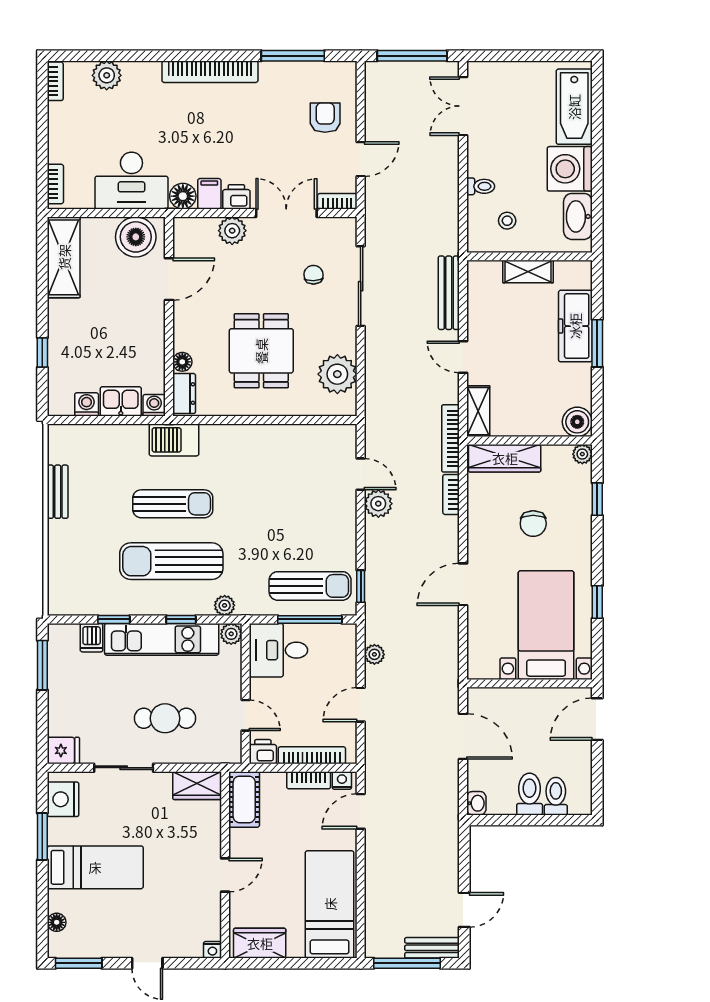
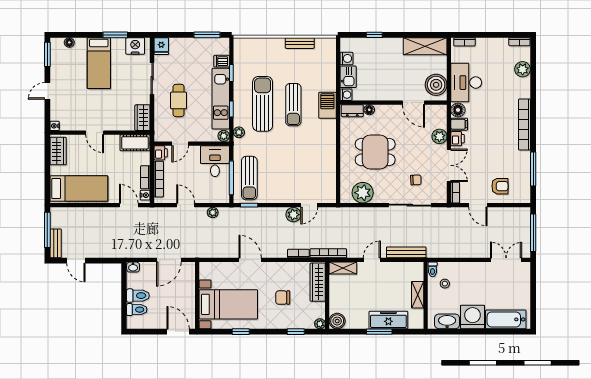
toilet: (481, 186) -> (433, 269), moved

